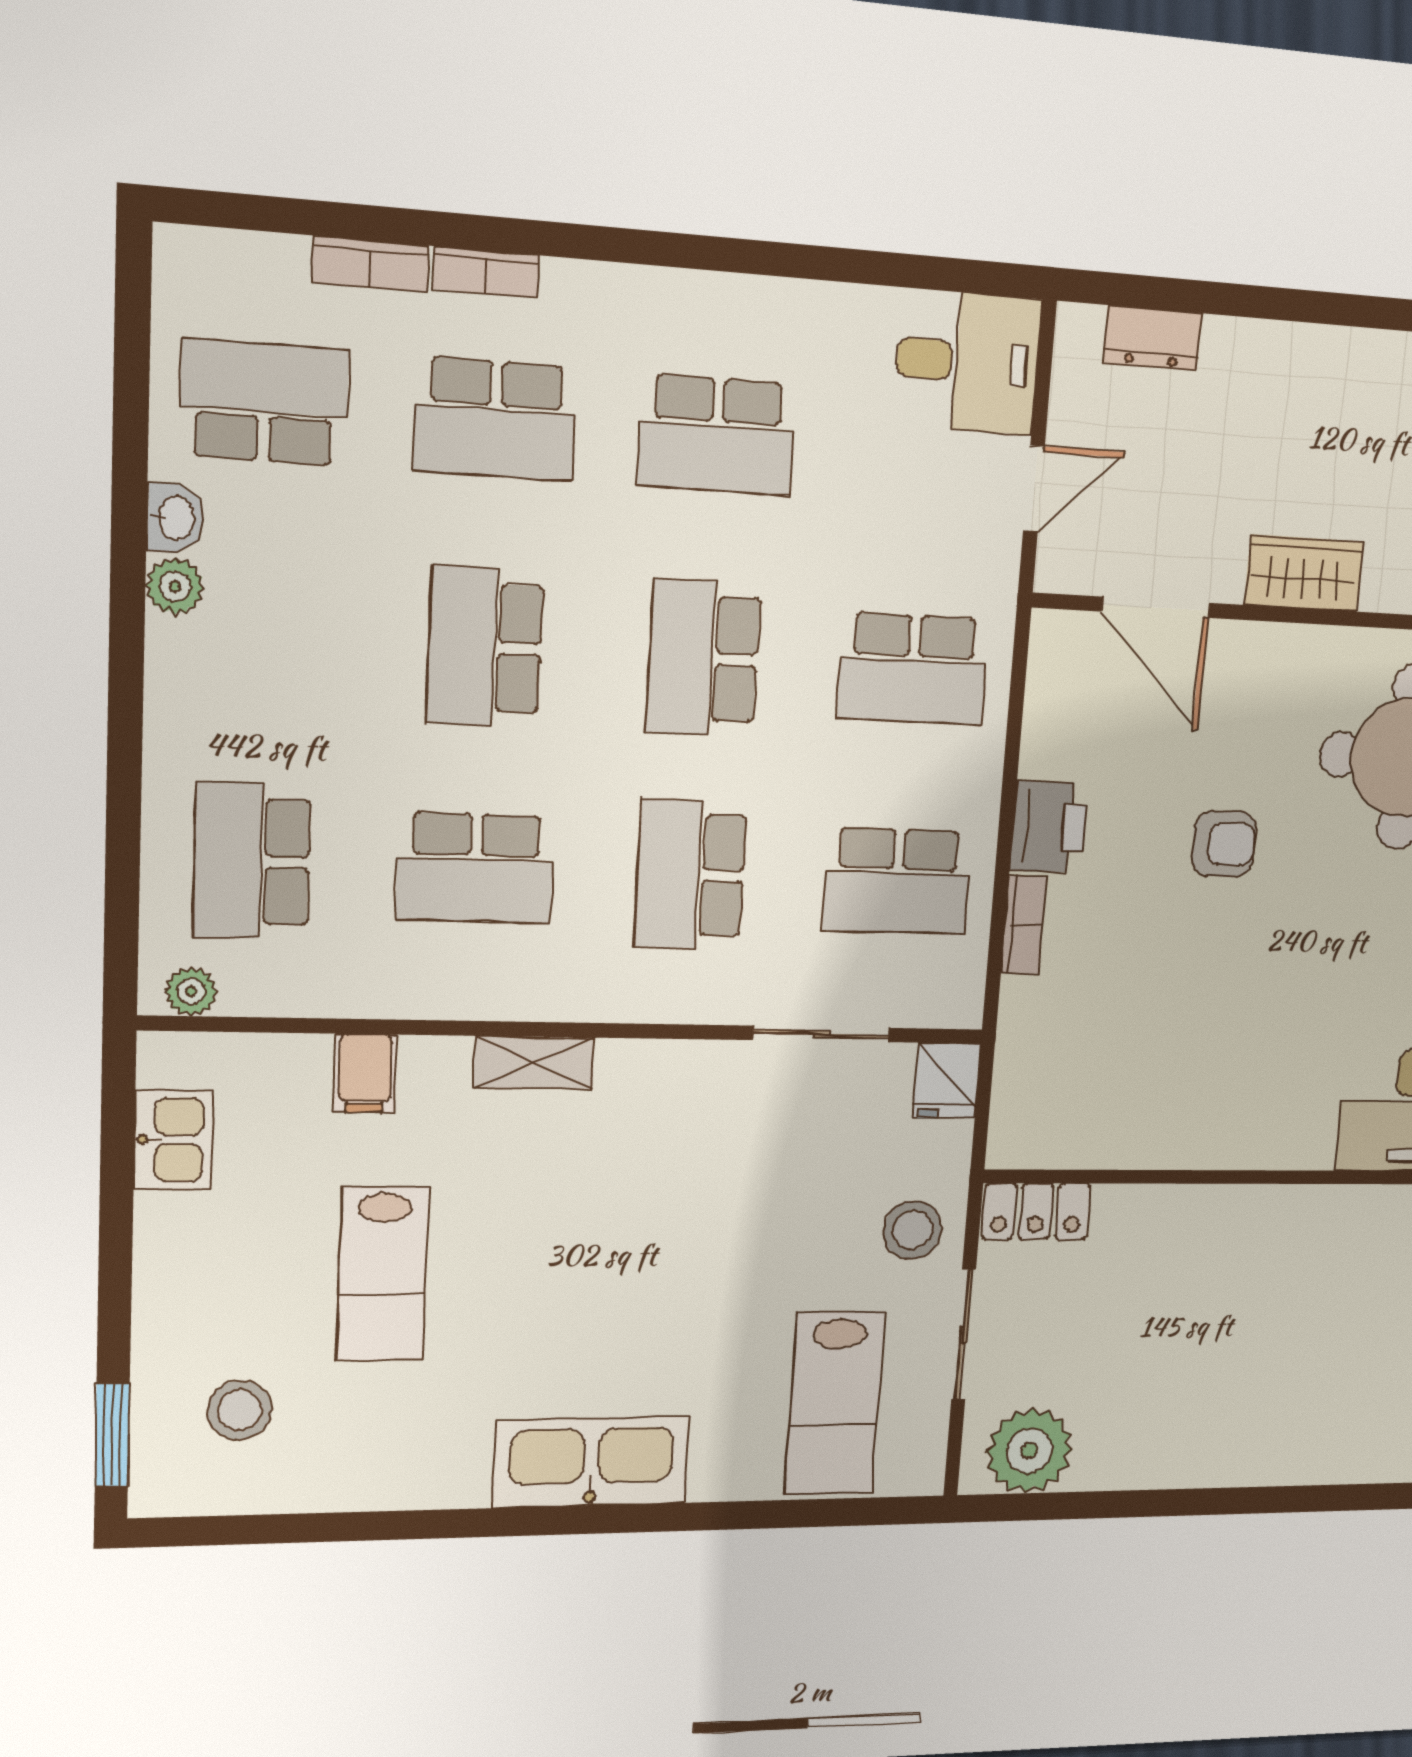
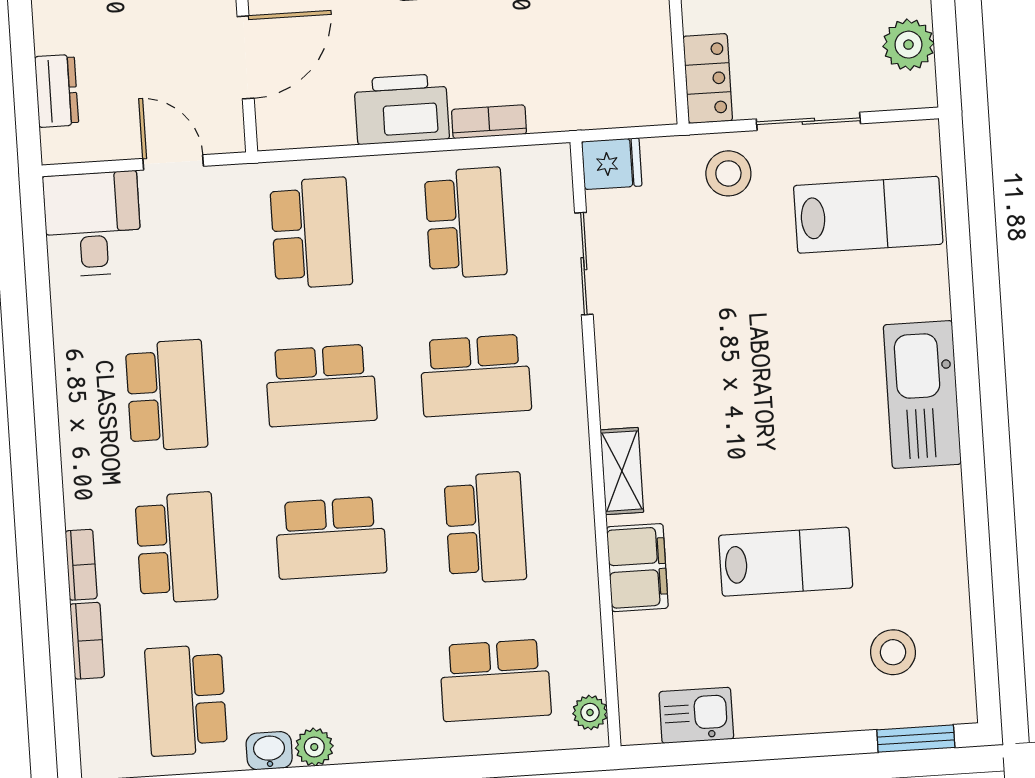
printer: (1049, 827) -> (402, 109), width x1.37, depth x1.19
filing cabinet: (365, 1073) -> (637, 568), width x2.00
plant: (1029, 1451) -> (908, 45), width x0.73, depth x0.73

